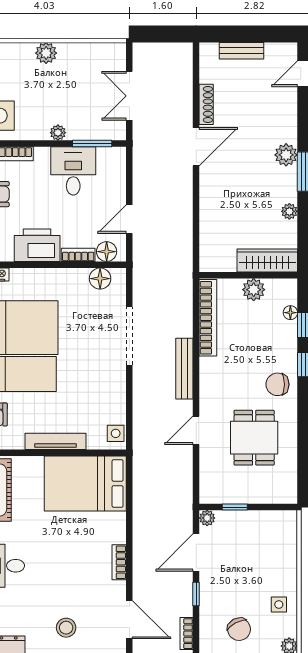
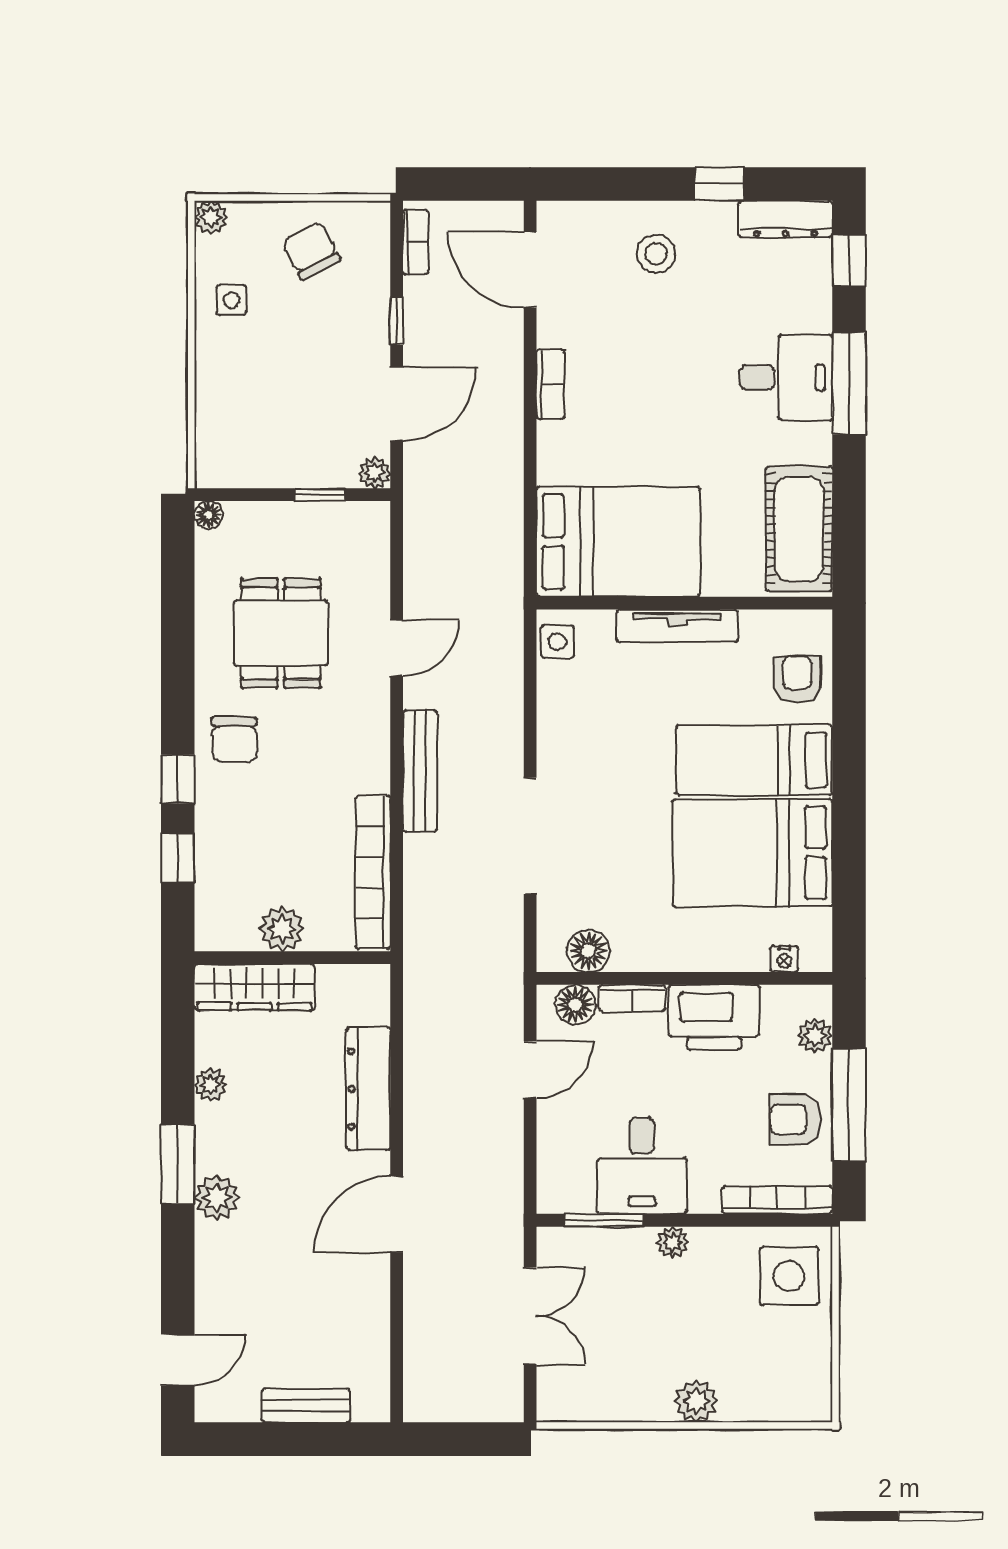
shoe rack: (206, 104) -> (377, 1298), removed
dresser: (210, 209) -> (368, 1089), added
floor lamp: (290, 313) -> (208, 515), moved
chair: (277, 384) -> (234, 740), turned 90

